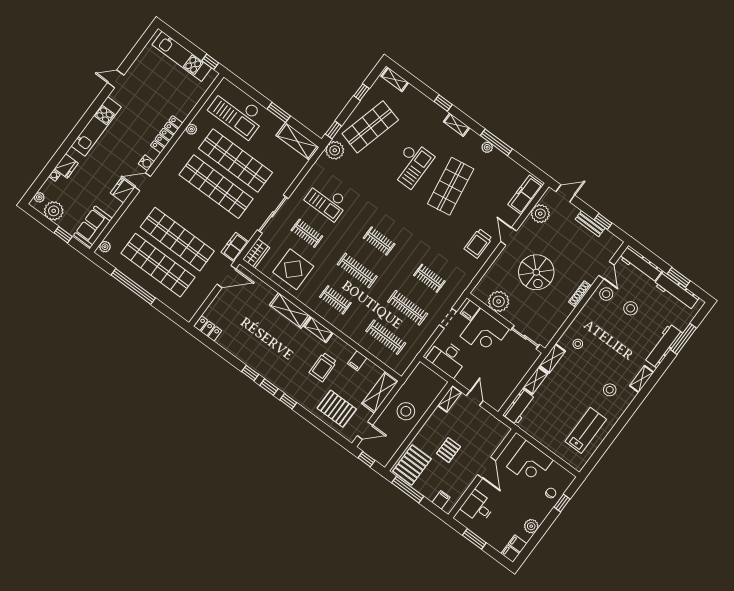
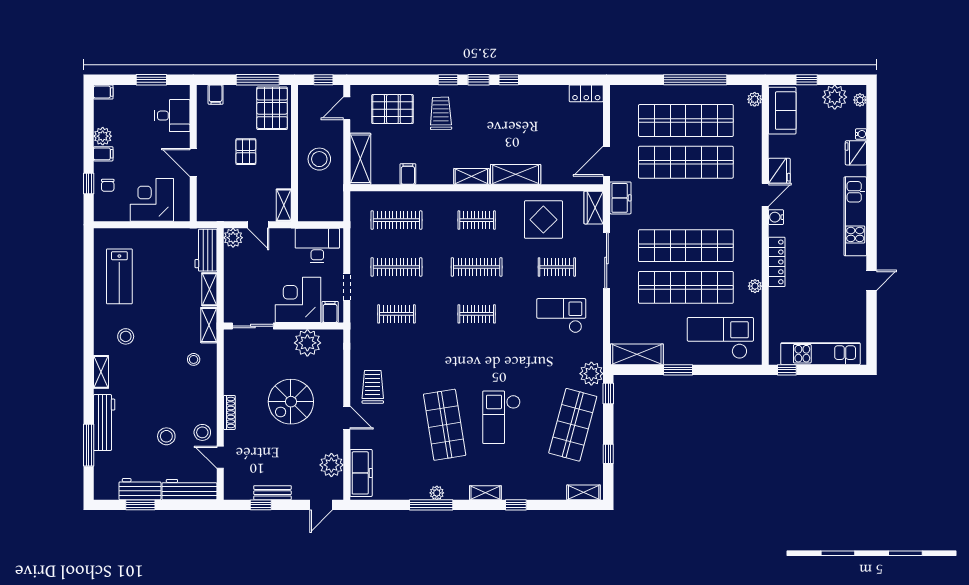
spiral stairs: (536, 272) -> (291, 402), turned -90
workbench: (677, 291) -> (140, 489), width x0.73
trolley: (323, 367) -> (441, 113), moved
plant: (496, 402) -> (233, 238), added
filing cabinet: (518, 544) -> (103, 154), moved

